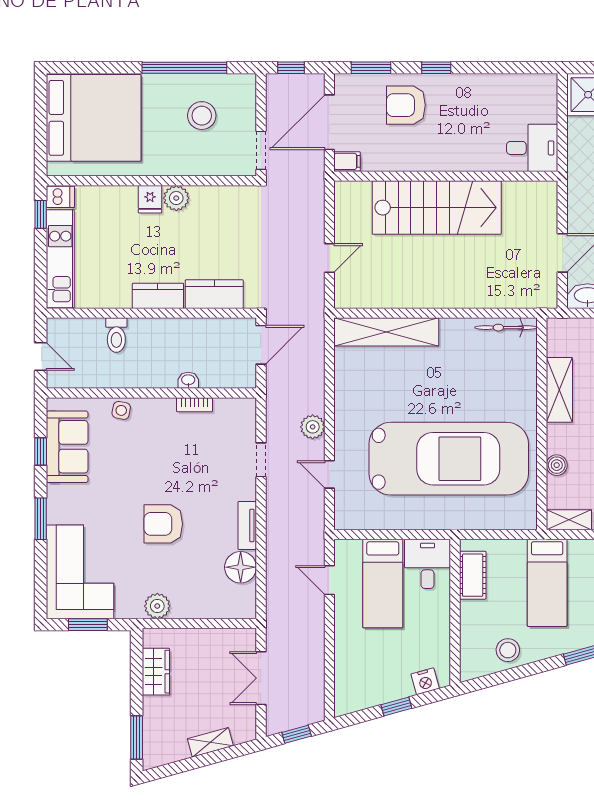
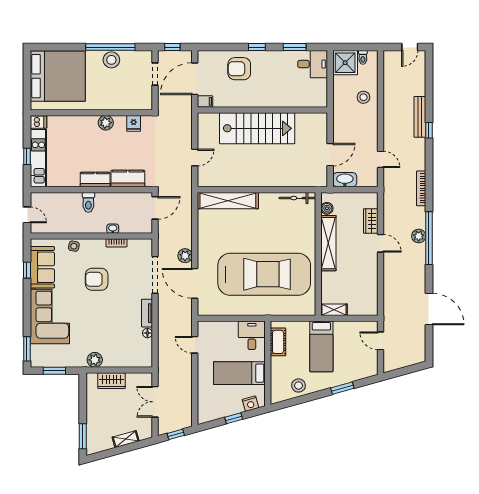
window: (371, 68) -> (295, 47), moved
stool: (202, 116) -> (111, 60), moved
desk: (532, 148) -> (313, 64), moved
doorway: (261, 150) -> (155, 74), moved
fridge: (150, 199) -> (134, 123), moved
window: (41, 214) -> (27, 156), moved
toilet: (116, 335) -> (88, 202), moved
shelving: (559, 390) -> (328, 243), width x1.47
doorway: (261, 460) -> (155, 275), width x1.88
boiler: (557, 465) -> (327, 208), moved
door: (329, 474) -> (195, 283), width x1.87
window: (41, 519) -> (27, 349), moved
armchair: (163, 524) -> (97, 279), moved
floor lamp: (241, 567) -> (147, 333), width x0.53, depth x0.53
corner sofa: (80, 572) -> (50, 317), moved
bed: (383, 583) -> (239, 373), moved, turned 90
wardrobe: (156, 672) -> (111, 381), moved, turned 90

